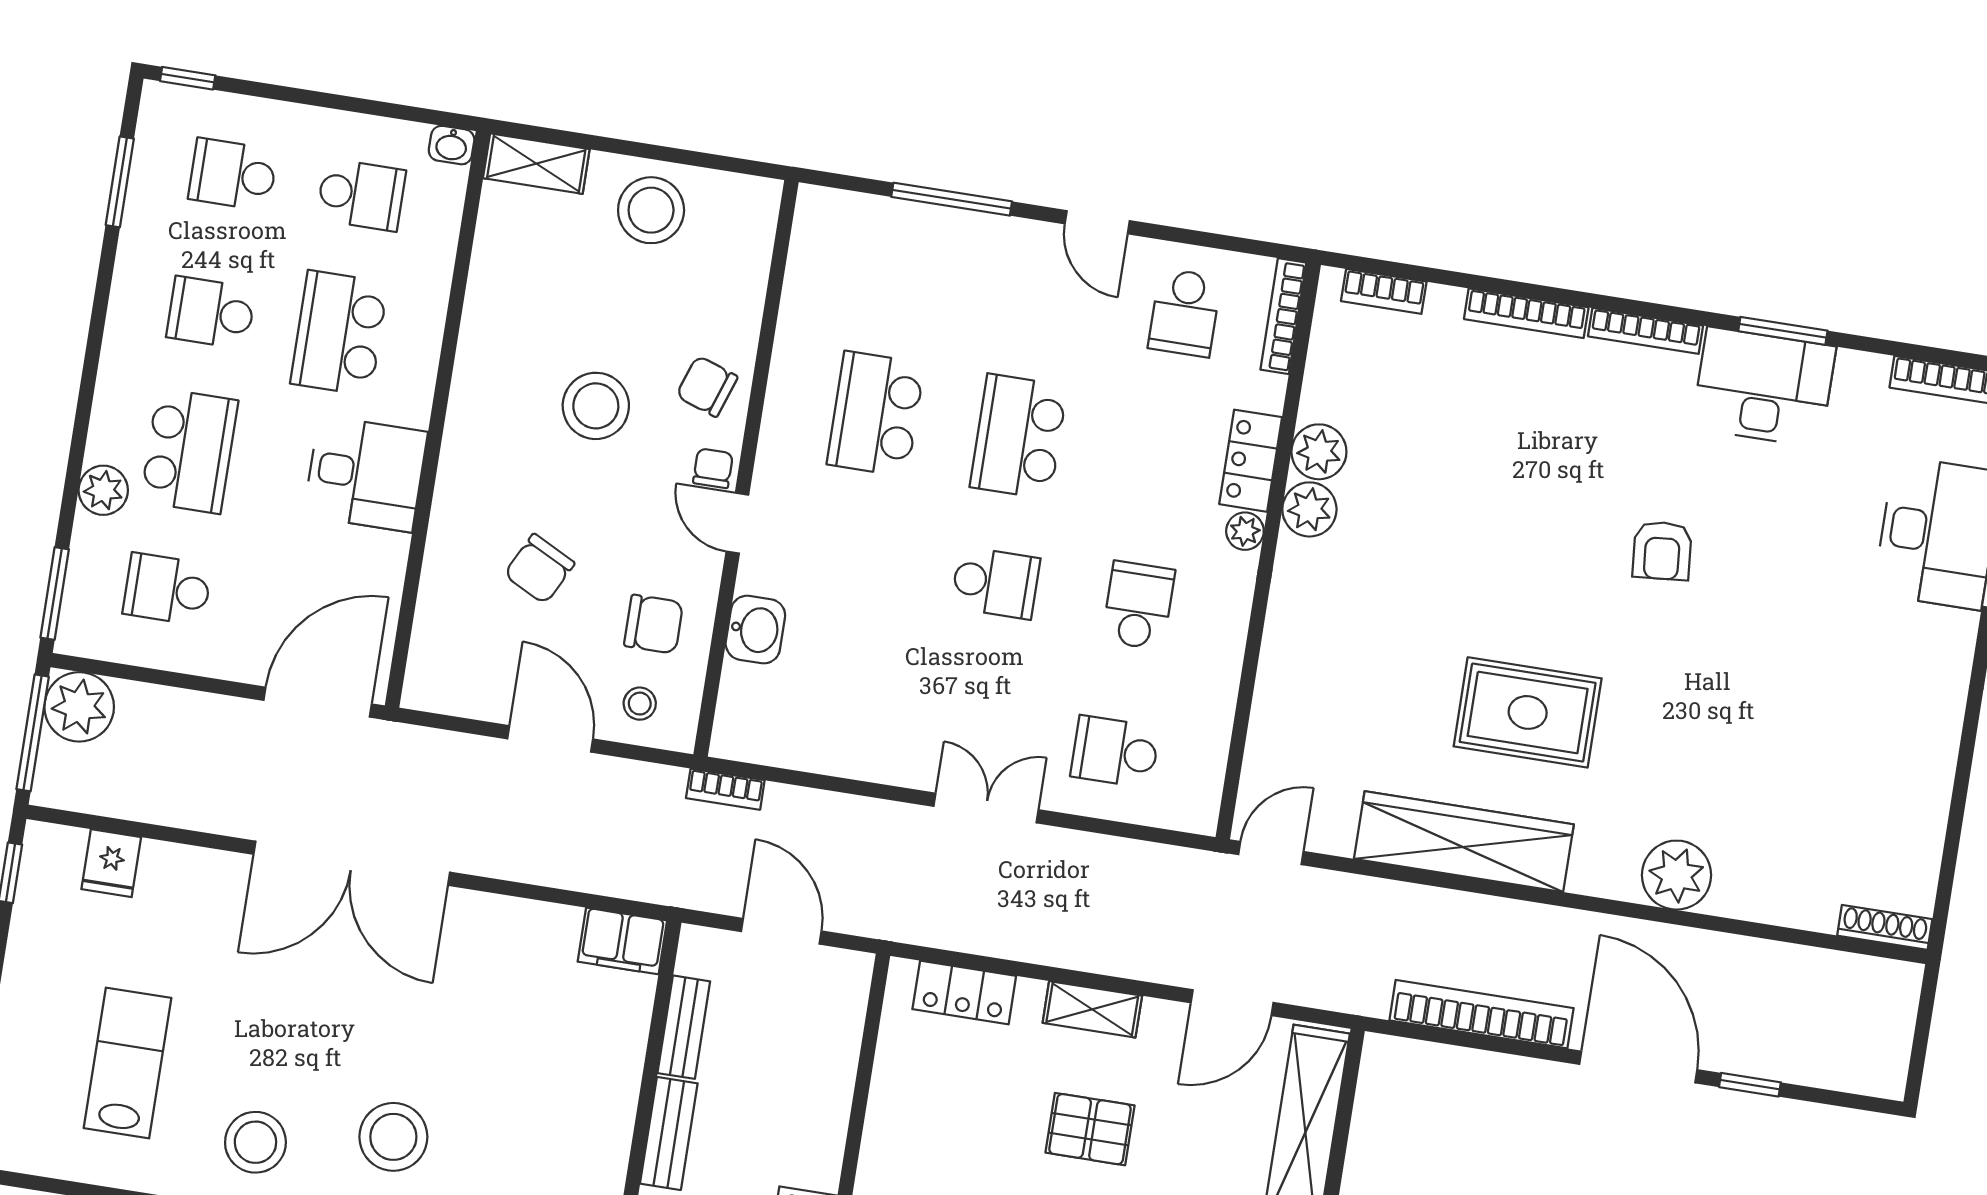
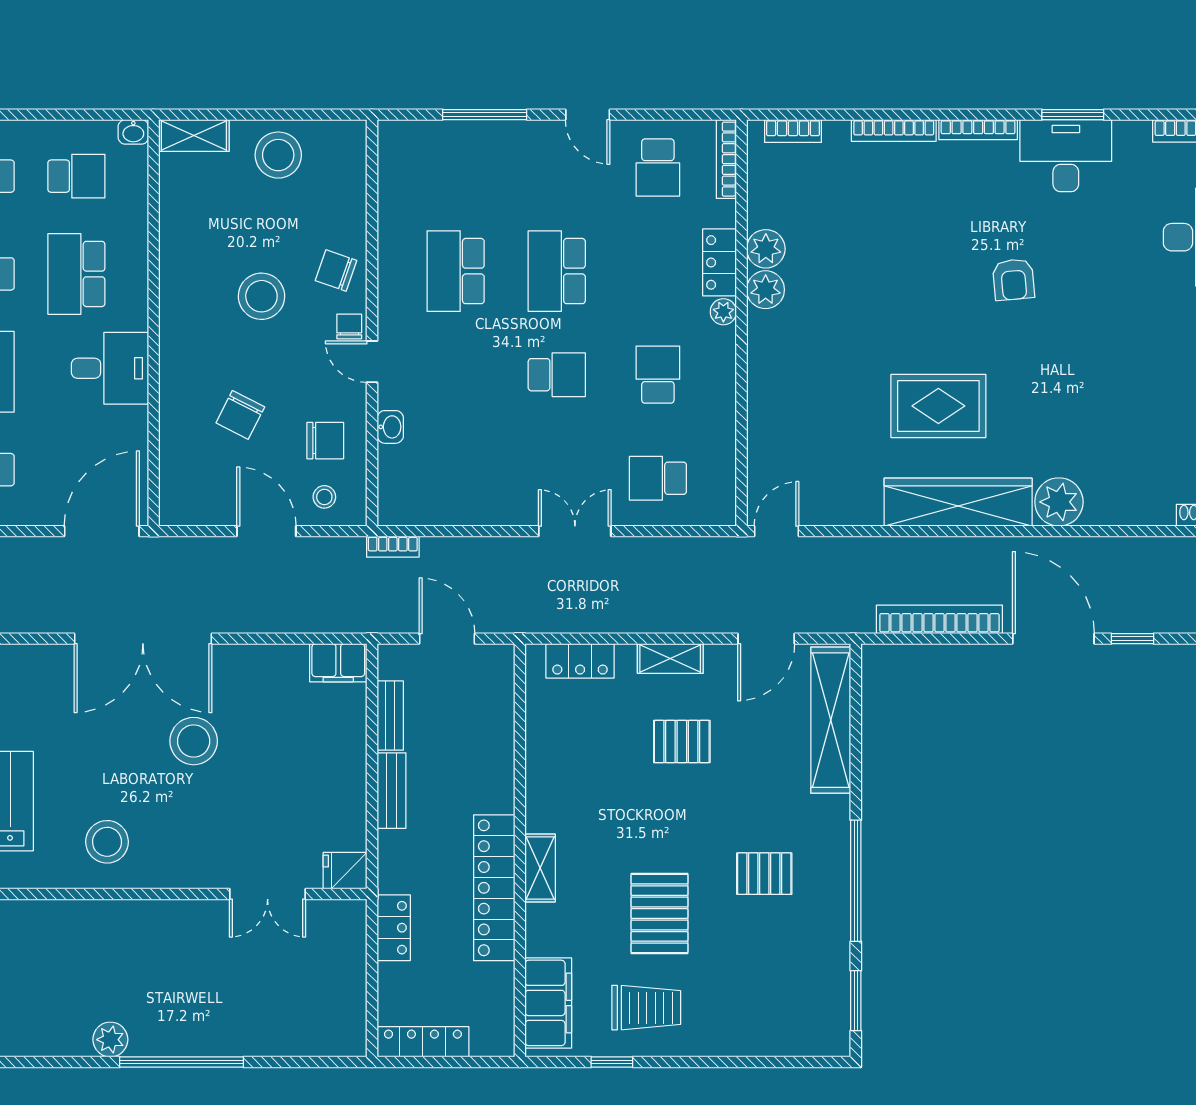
washbasin: (755, 630) -> (390, 427), width x0.72, depth x0.69
wardrobe: (1464, 842) -> (958, 502), moved
stool: (393, 1137) -> (194, 741), moved

